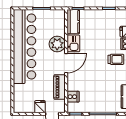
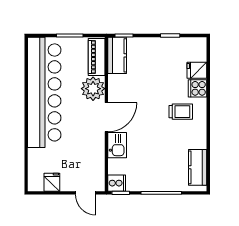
kitchen sink: (73, 43) -> (117, 145), moved
piano: (60, 87) -> (97, 57), moved
cooker: (73, 97) -> (117, 183), moved
fridge: (40, 107) -> (52, 182), moved

